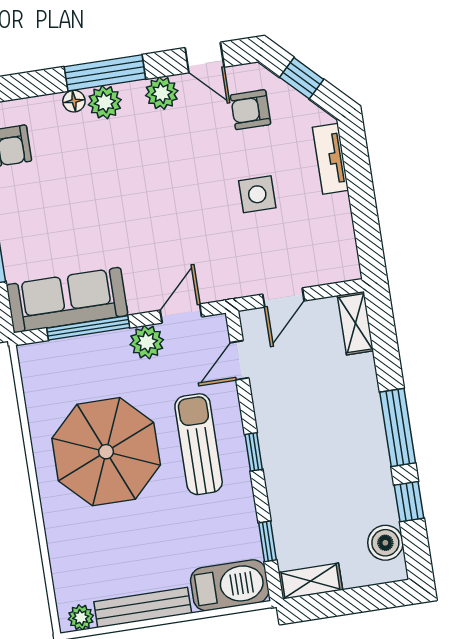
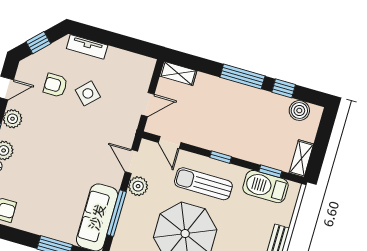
armchair: (251, 110) -> (55, 85), moved, turned 90
side table: (257, 194) -> (88, 93), turned 45
door: (283, 298) -> (148, 105), hinge flipped
barbecue: (230, 585) -> (265, 187), moved, turned -90

